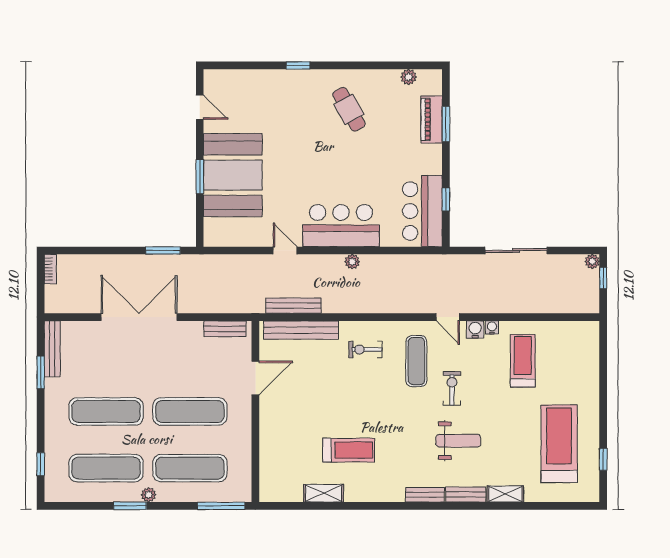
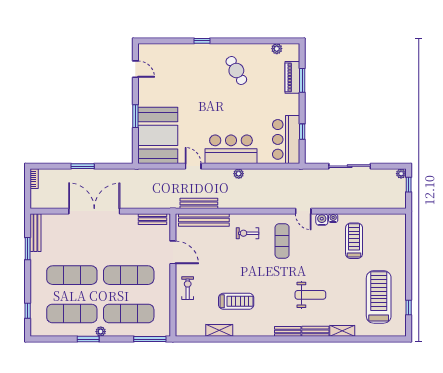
booth: (233, 175) -> (158, 135), moved
window: (163, 250) -> (83, 166), moved
door: (255, 378) -> (173, 252), hinge flipped
exercise bike: (452, 388) -> (188, 288), moved

